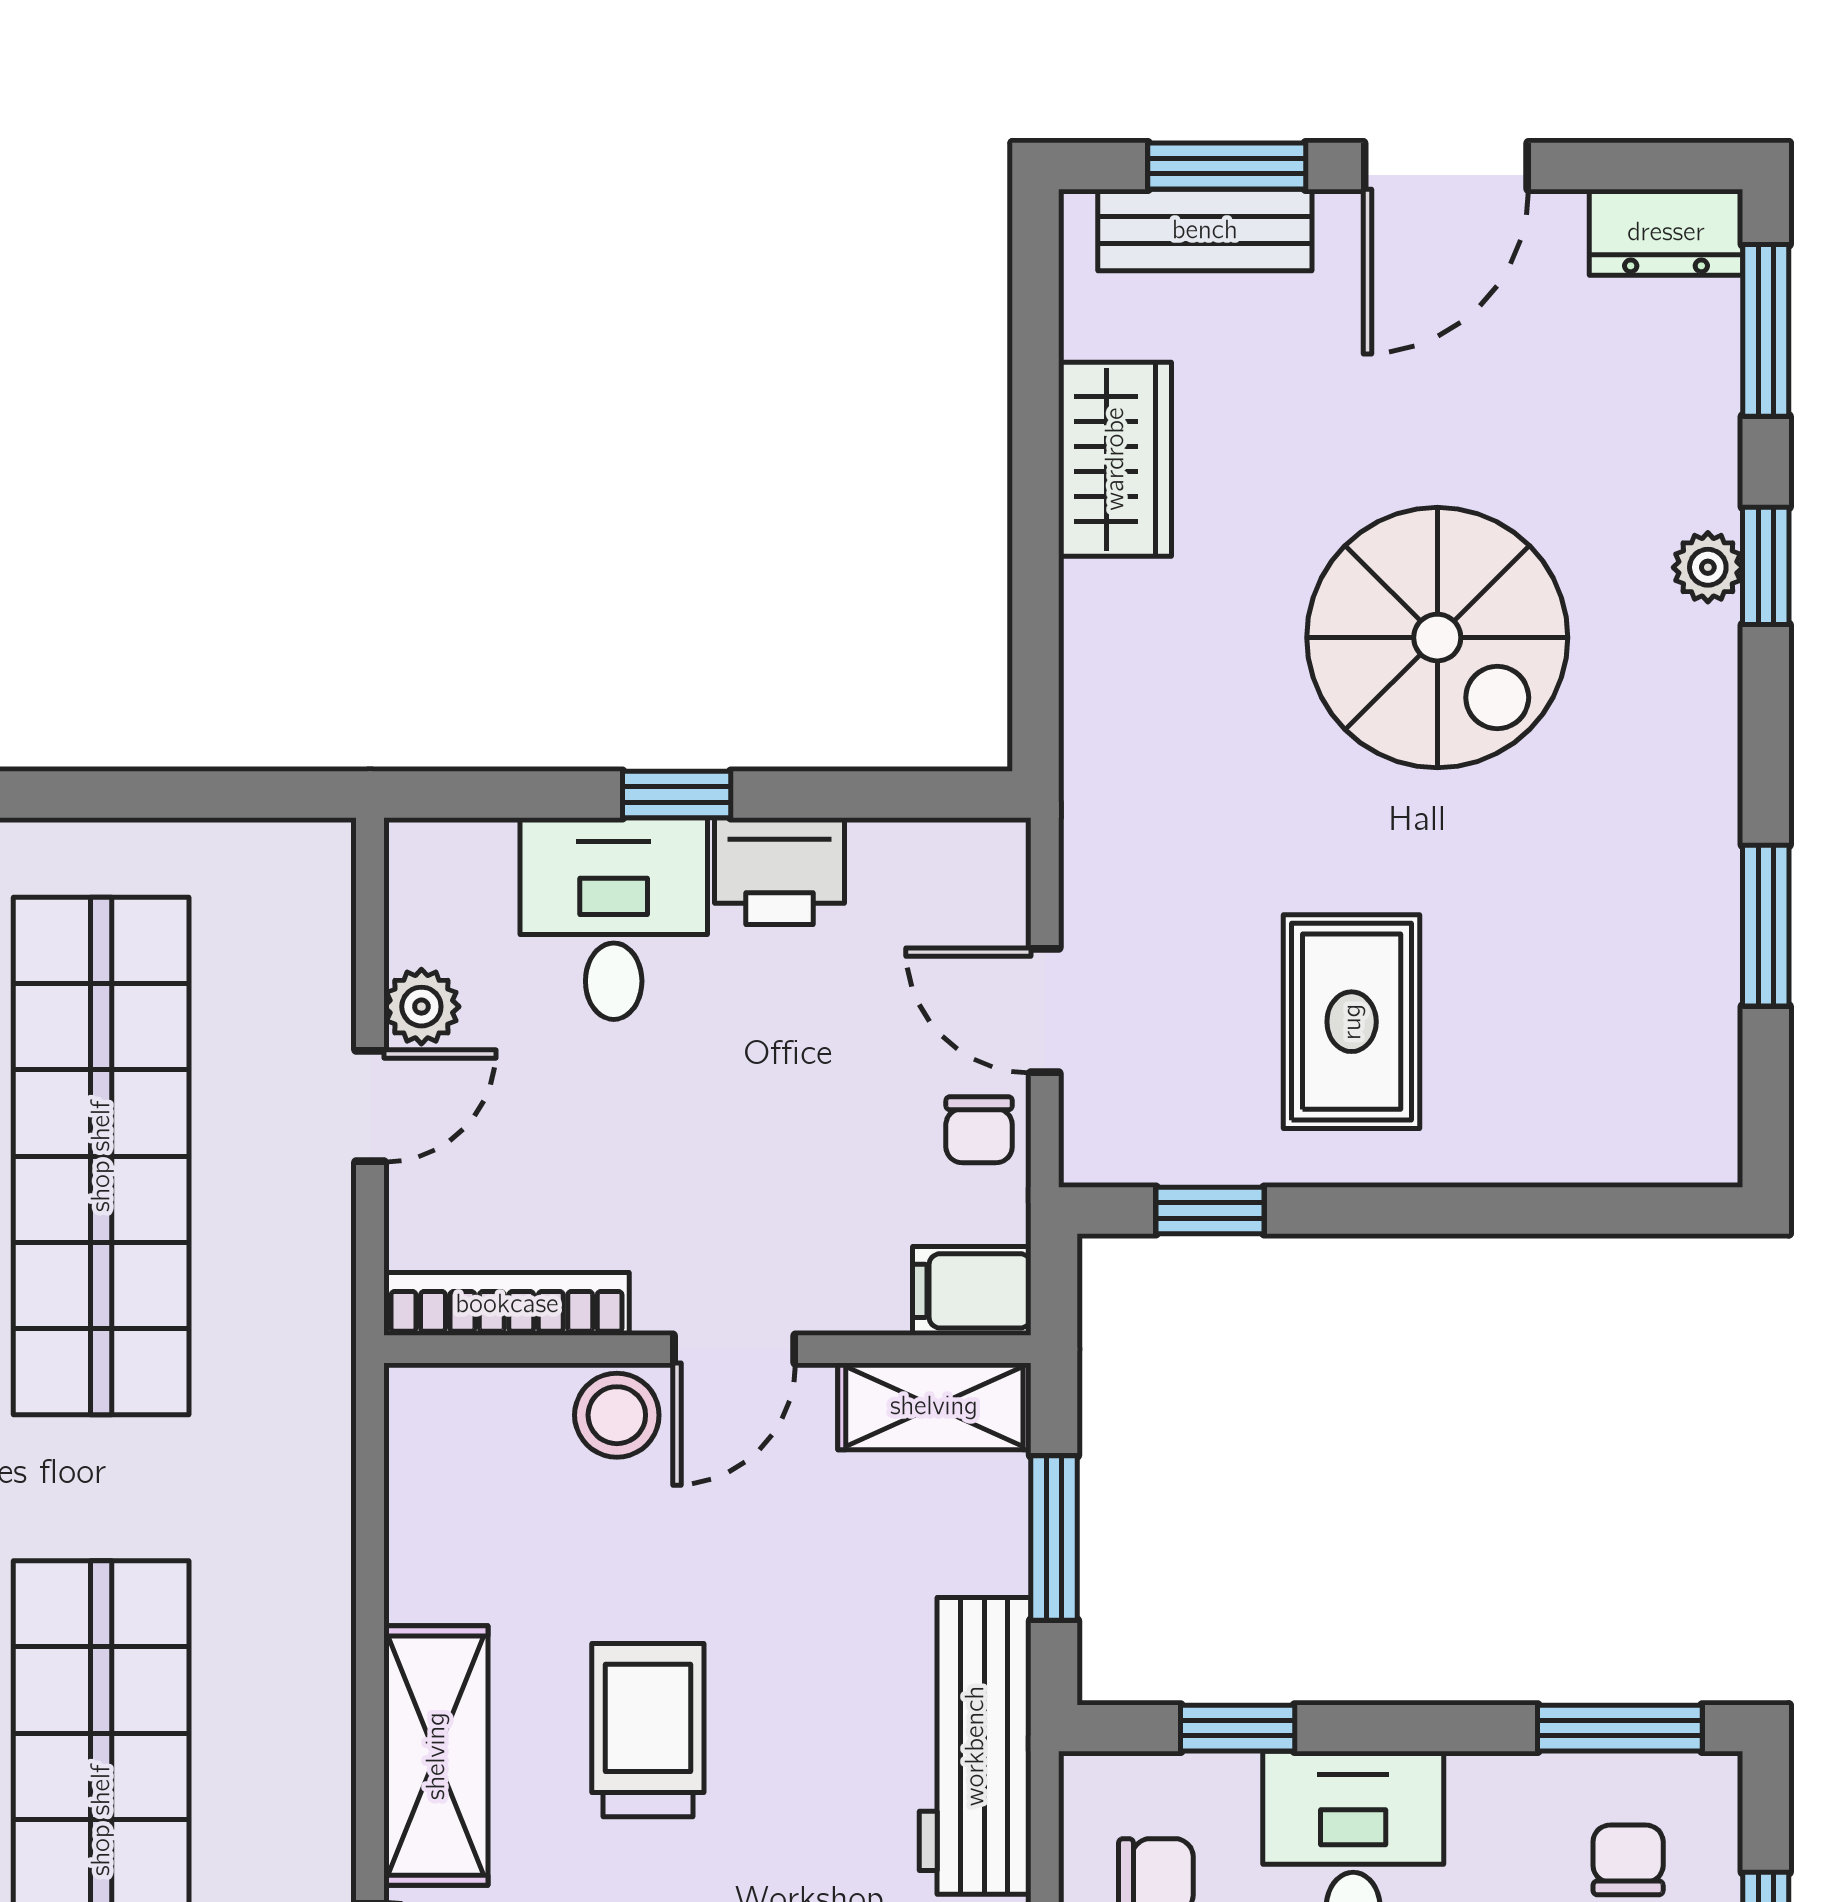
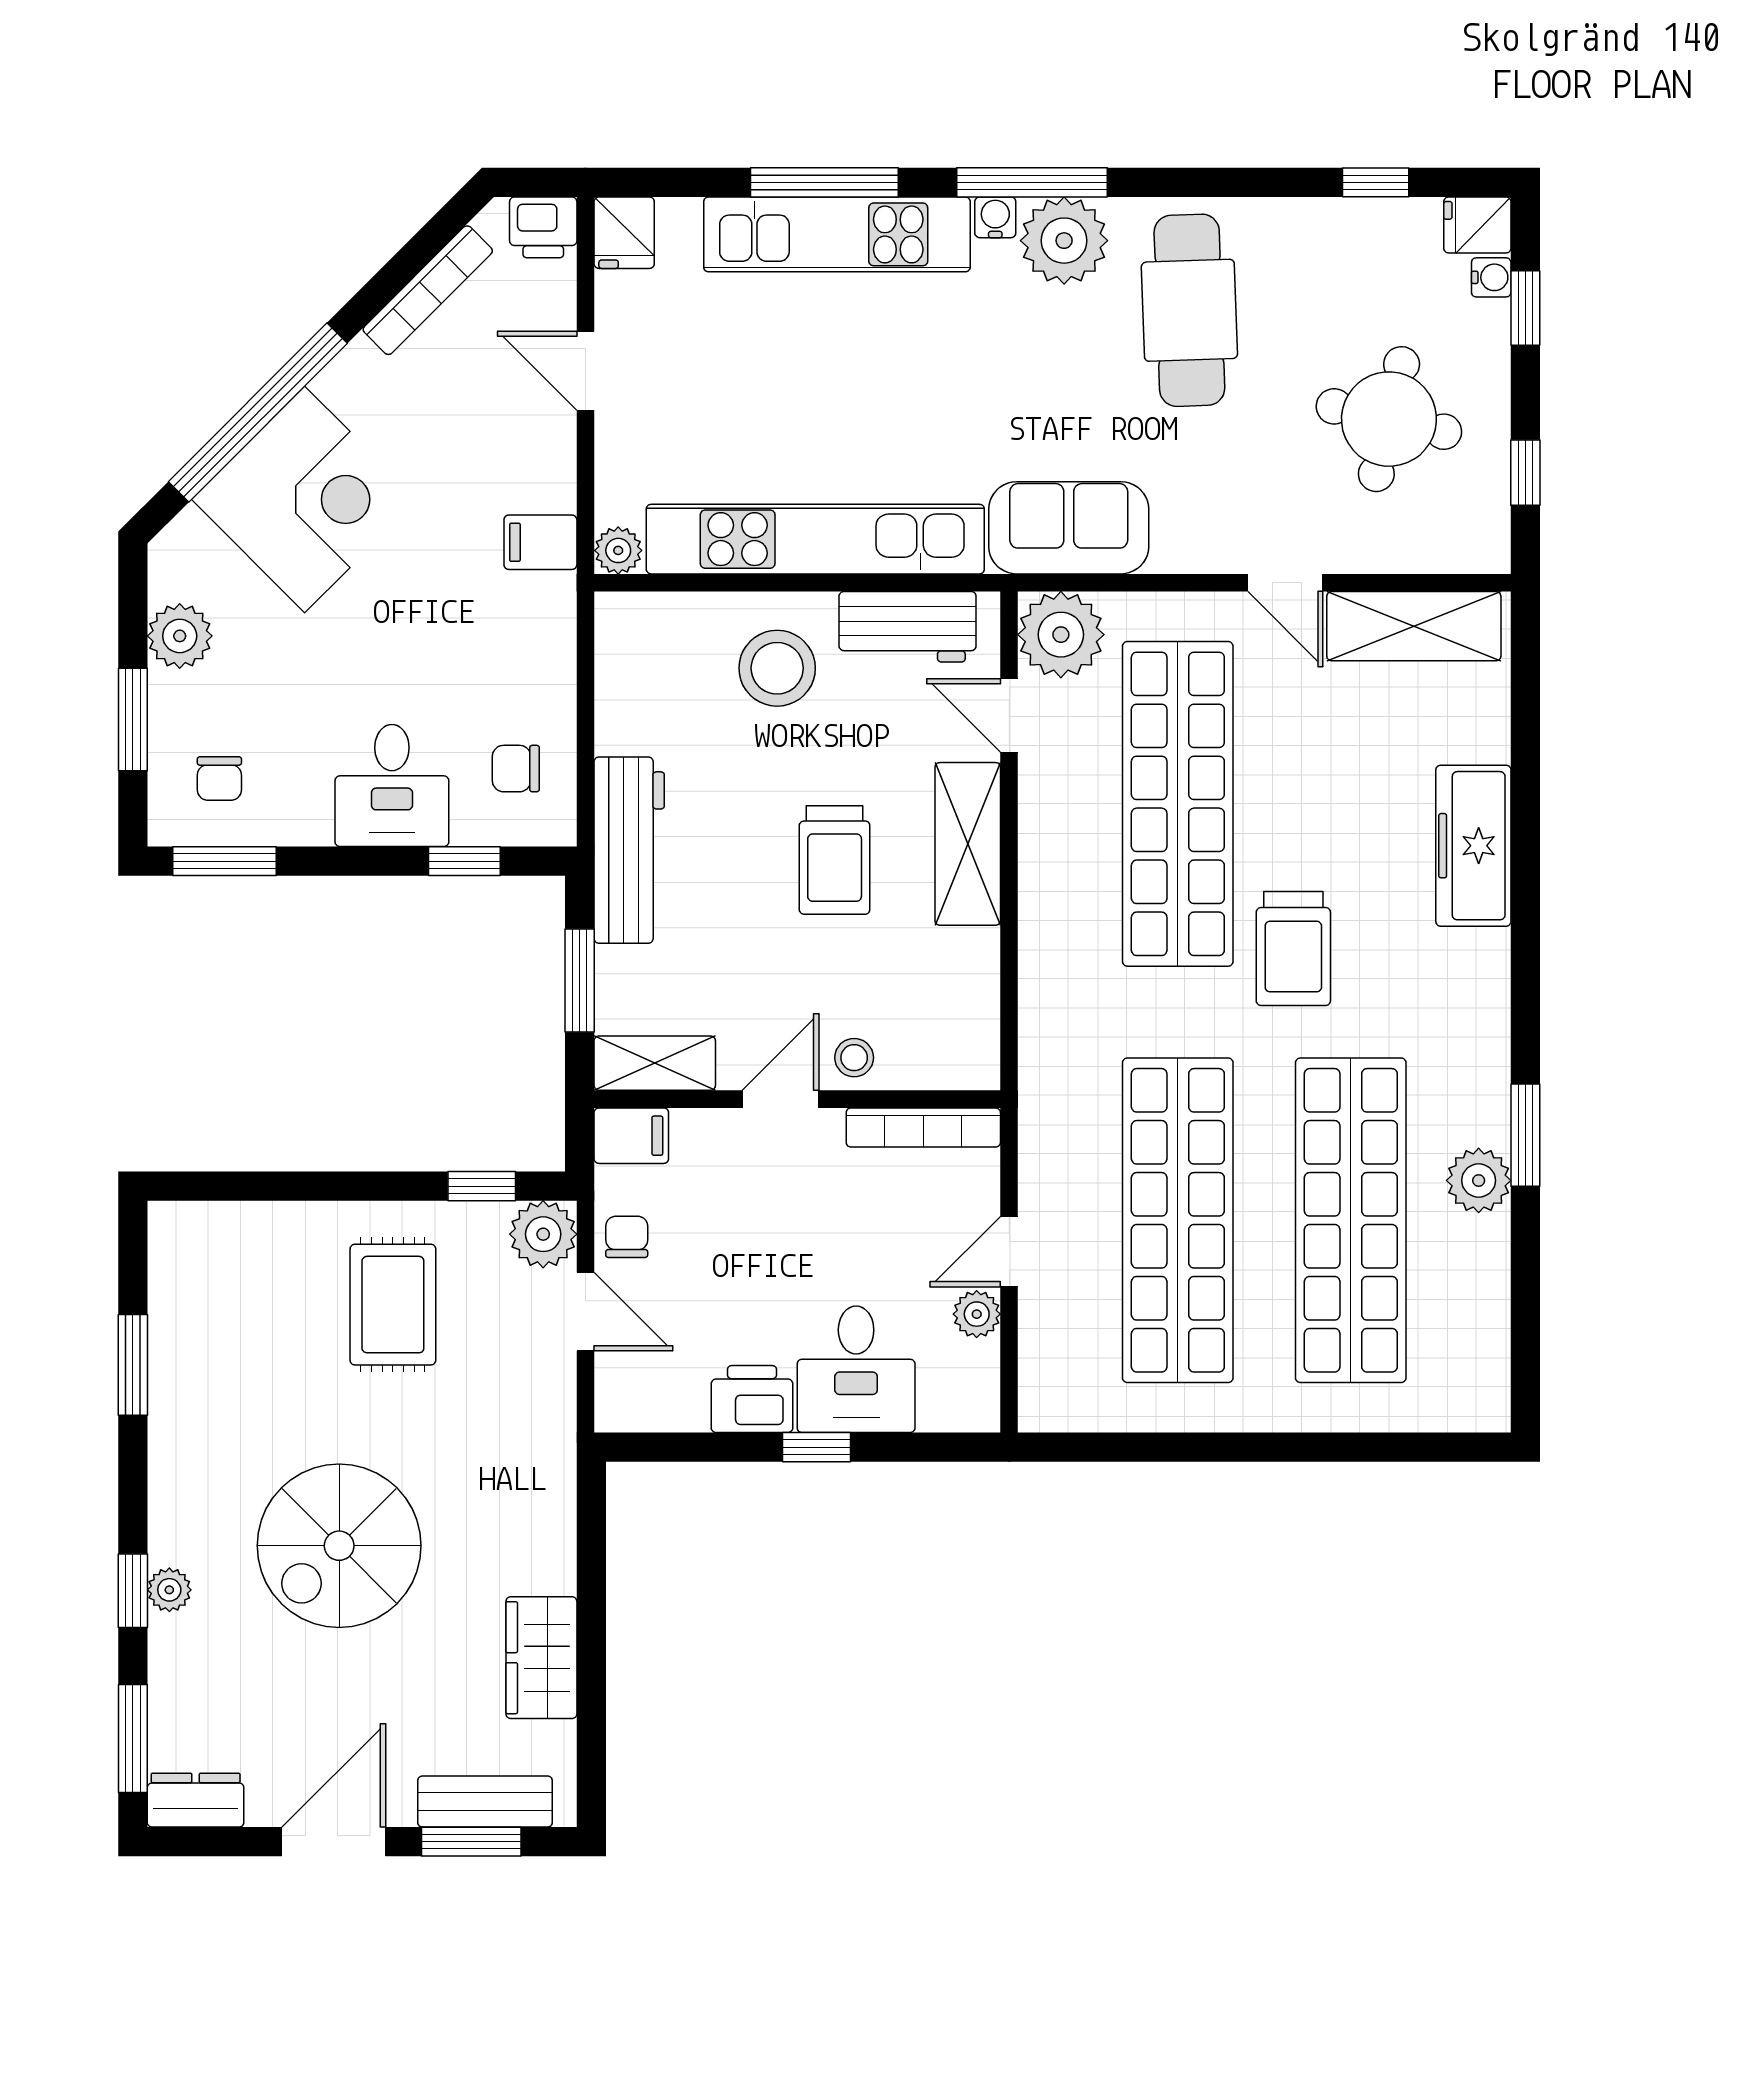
spiral stairs: (1437, 638) -> (339, 1546), turned -90
plant: (1112, 1134) -> (543, 1234), added
stool: (617, 1415) -> (854, 1058), width x0.73, depth x0.73

